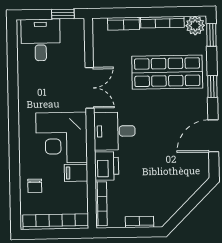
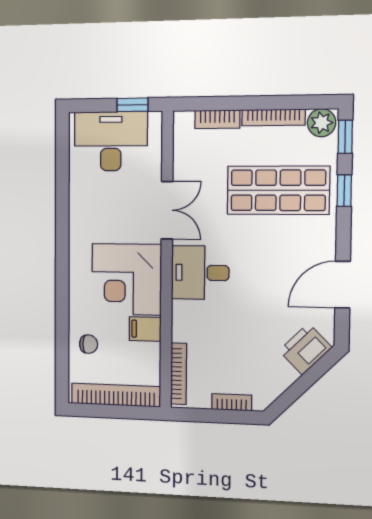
desk: (41, 40) -> (111, 141), width x1.37
window: (212, 86) -> (344, 191), moved
printer: (107, 166) -> (305, 349), moved, turned -135
chair: (35, 186) -> (89, 344), turned -90

